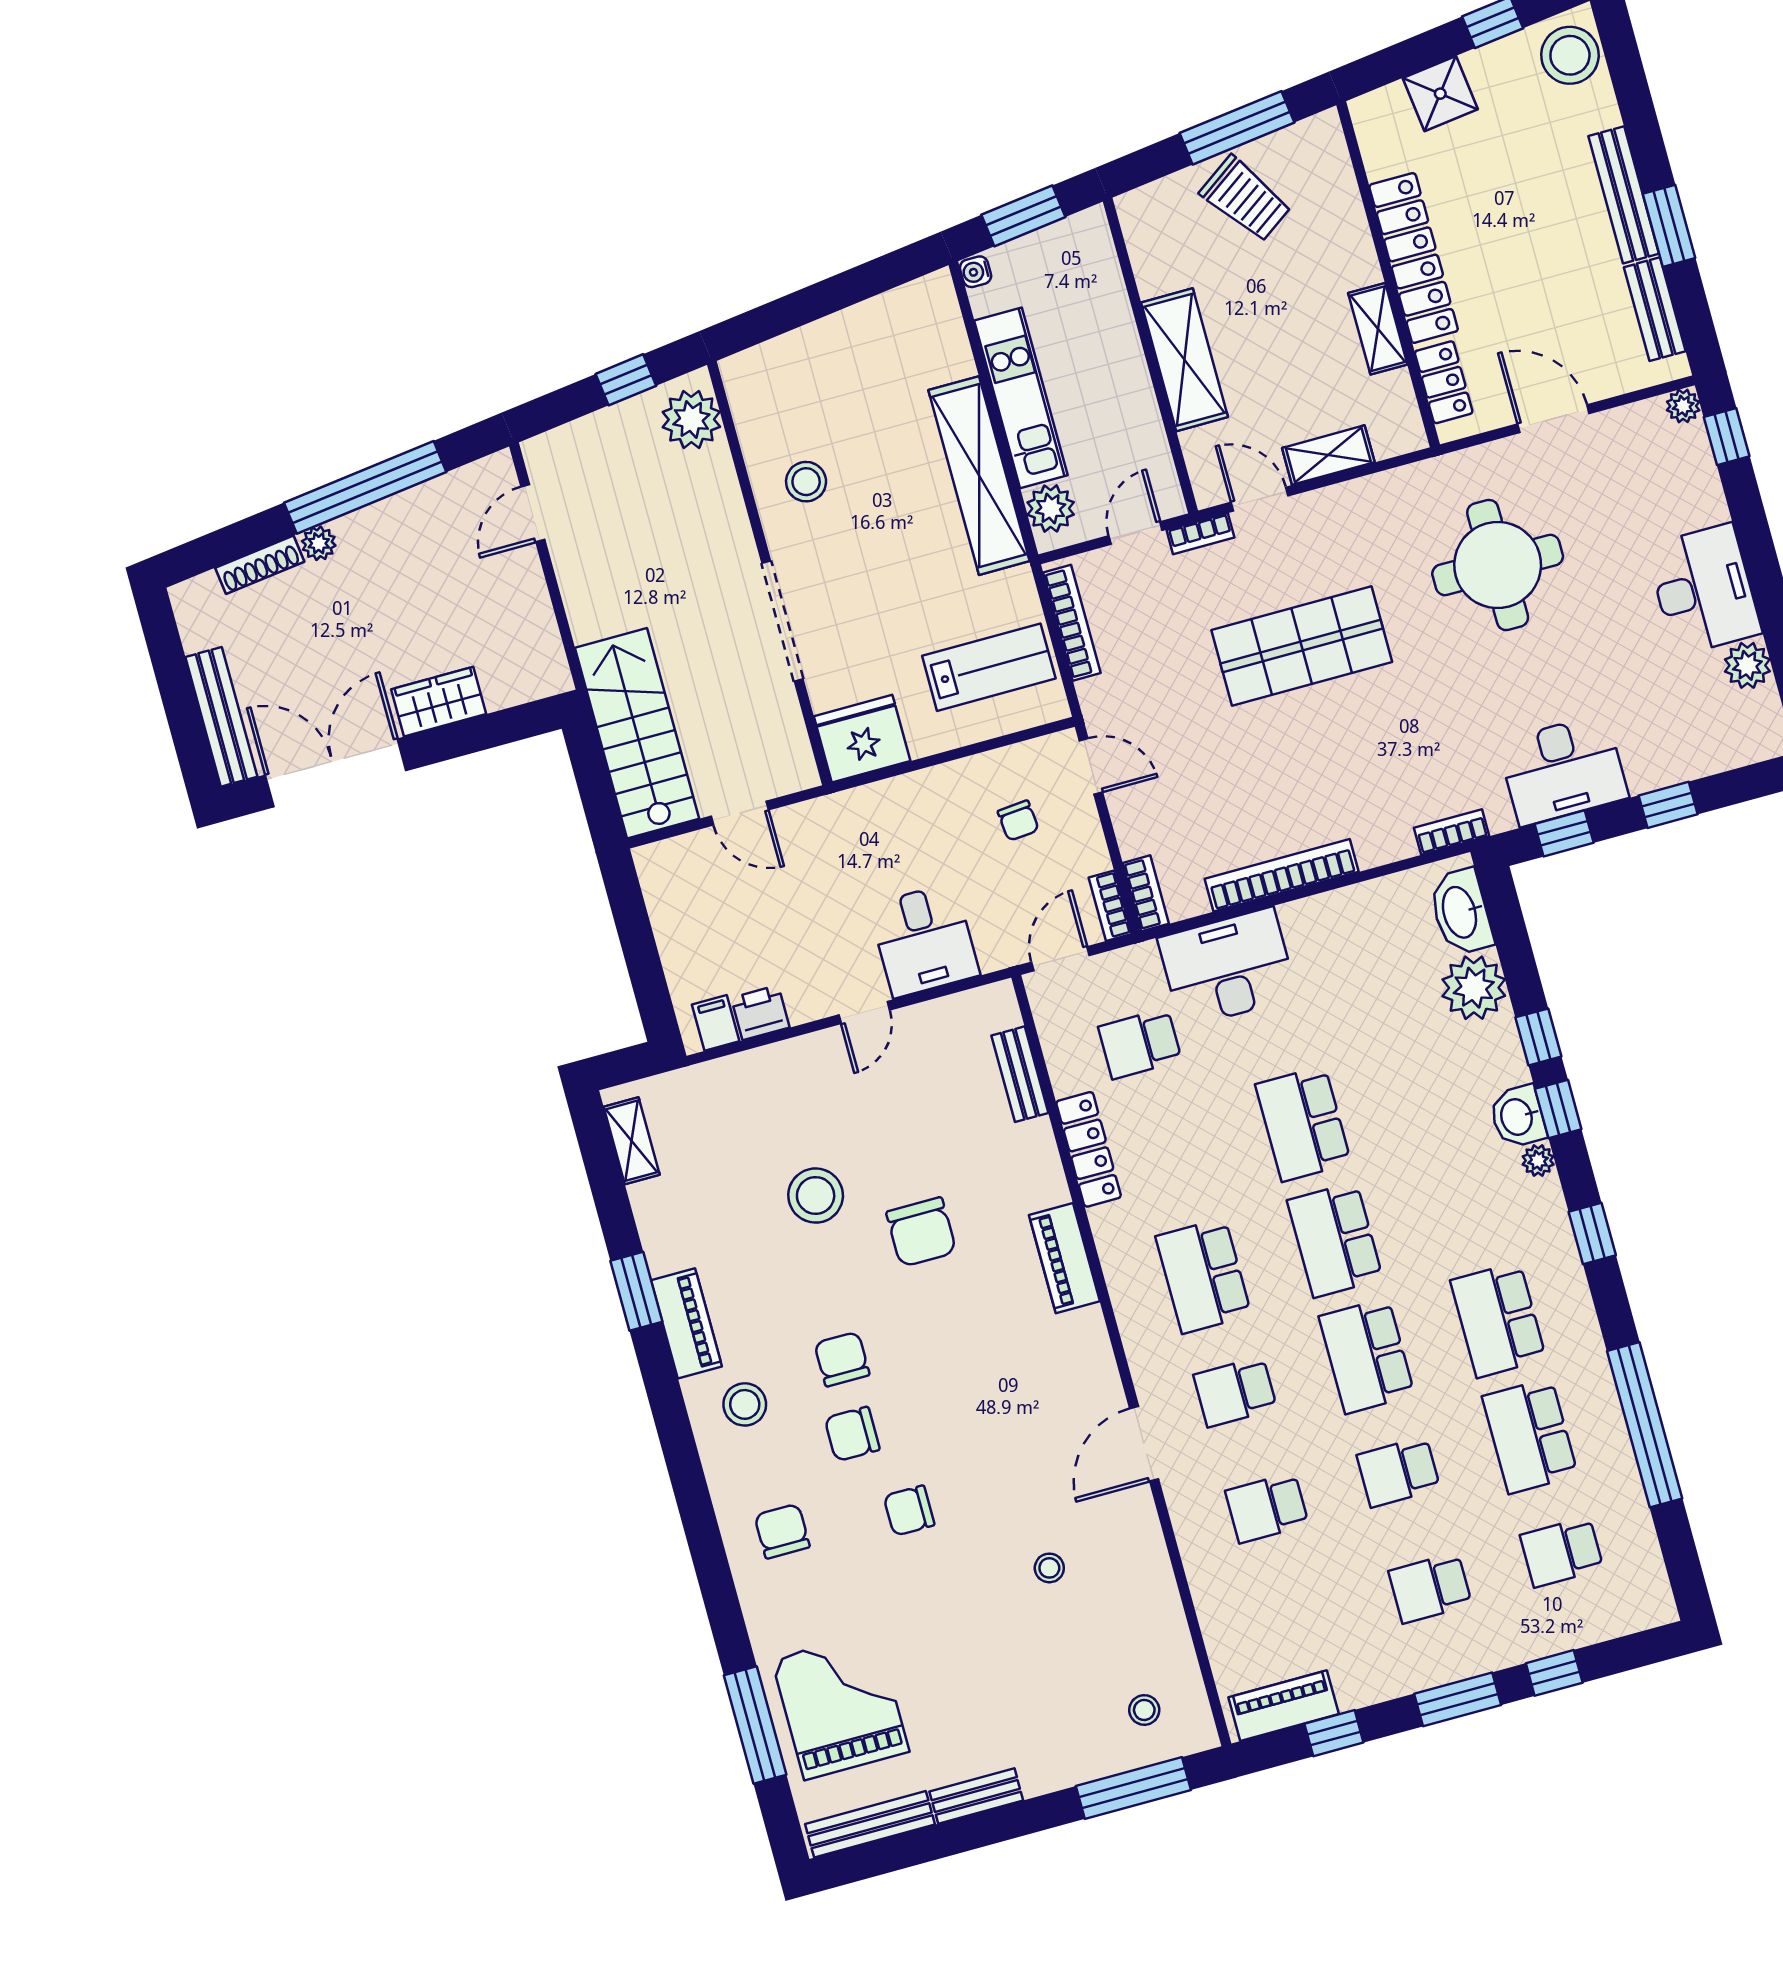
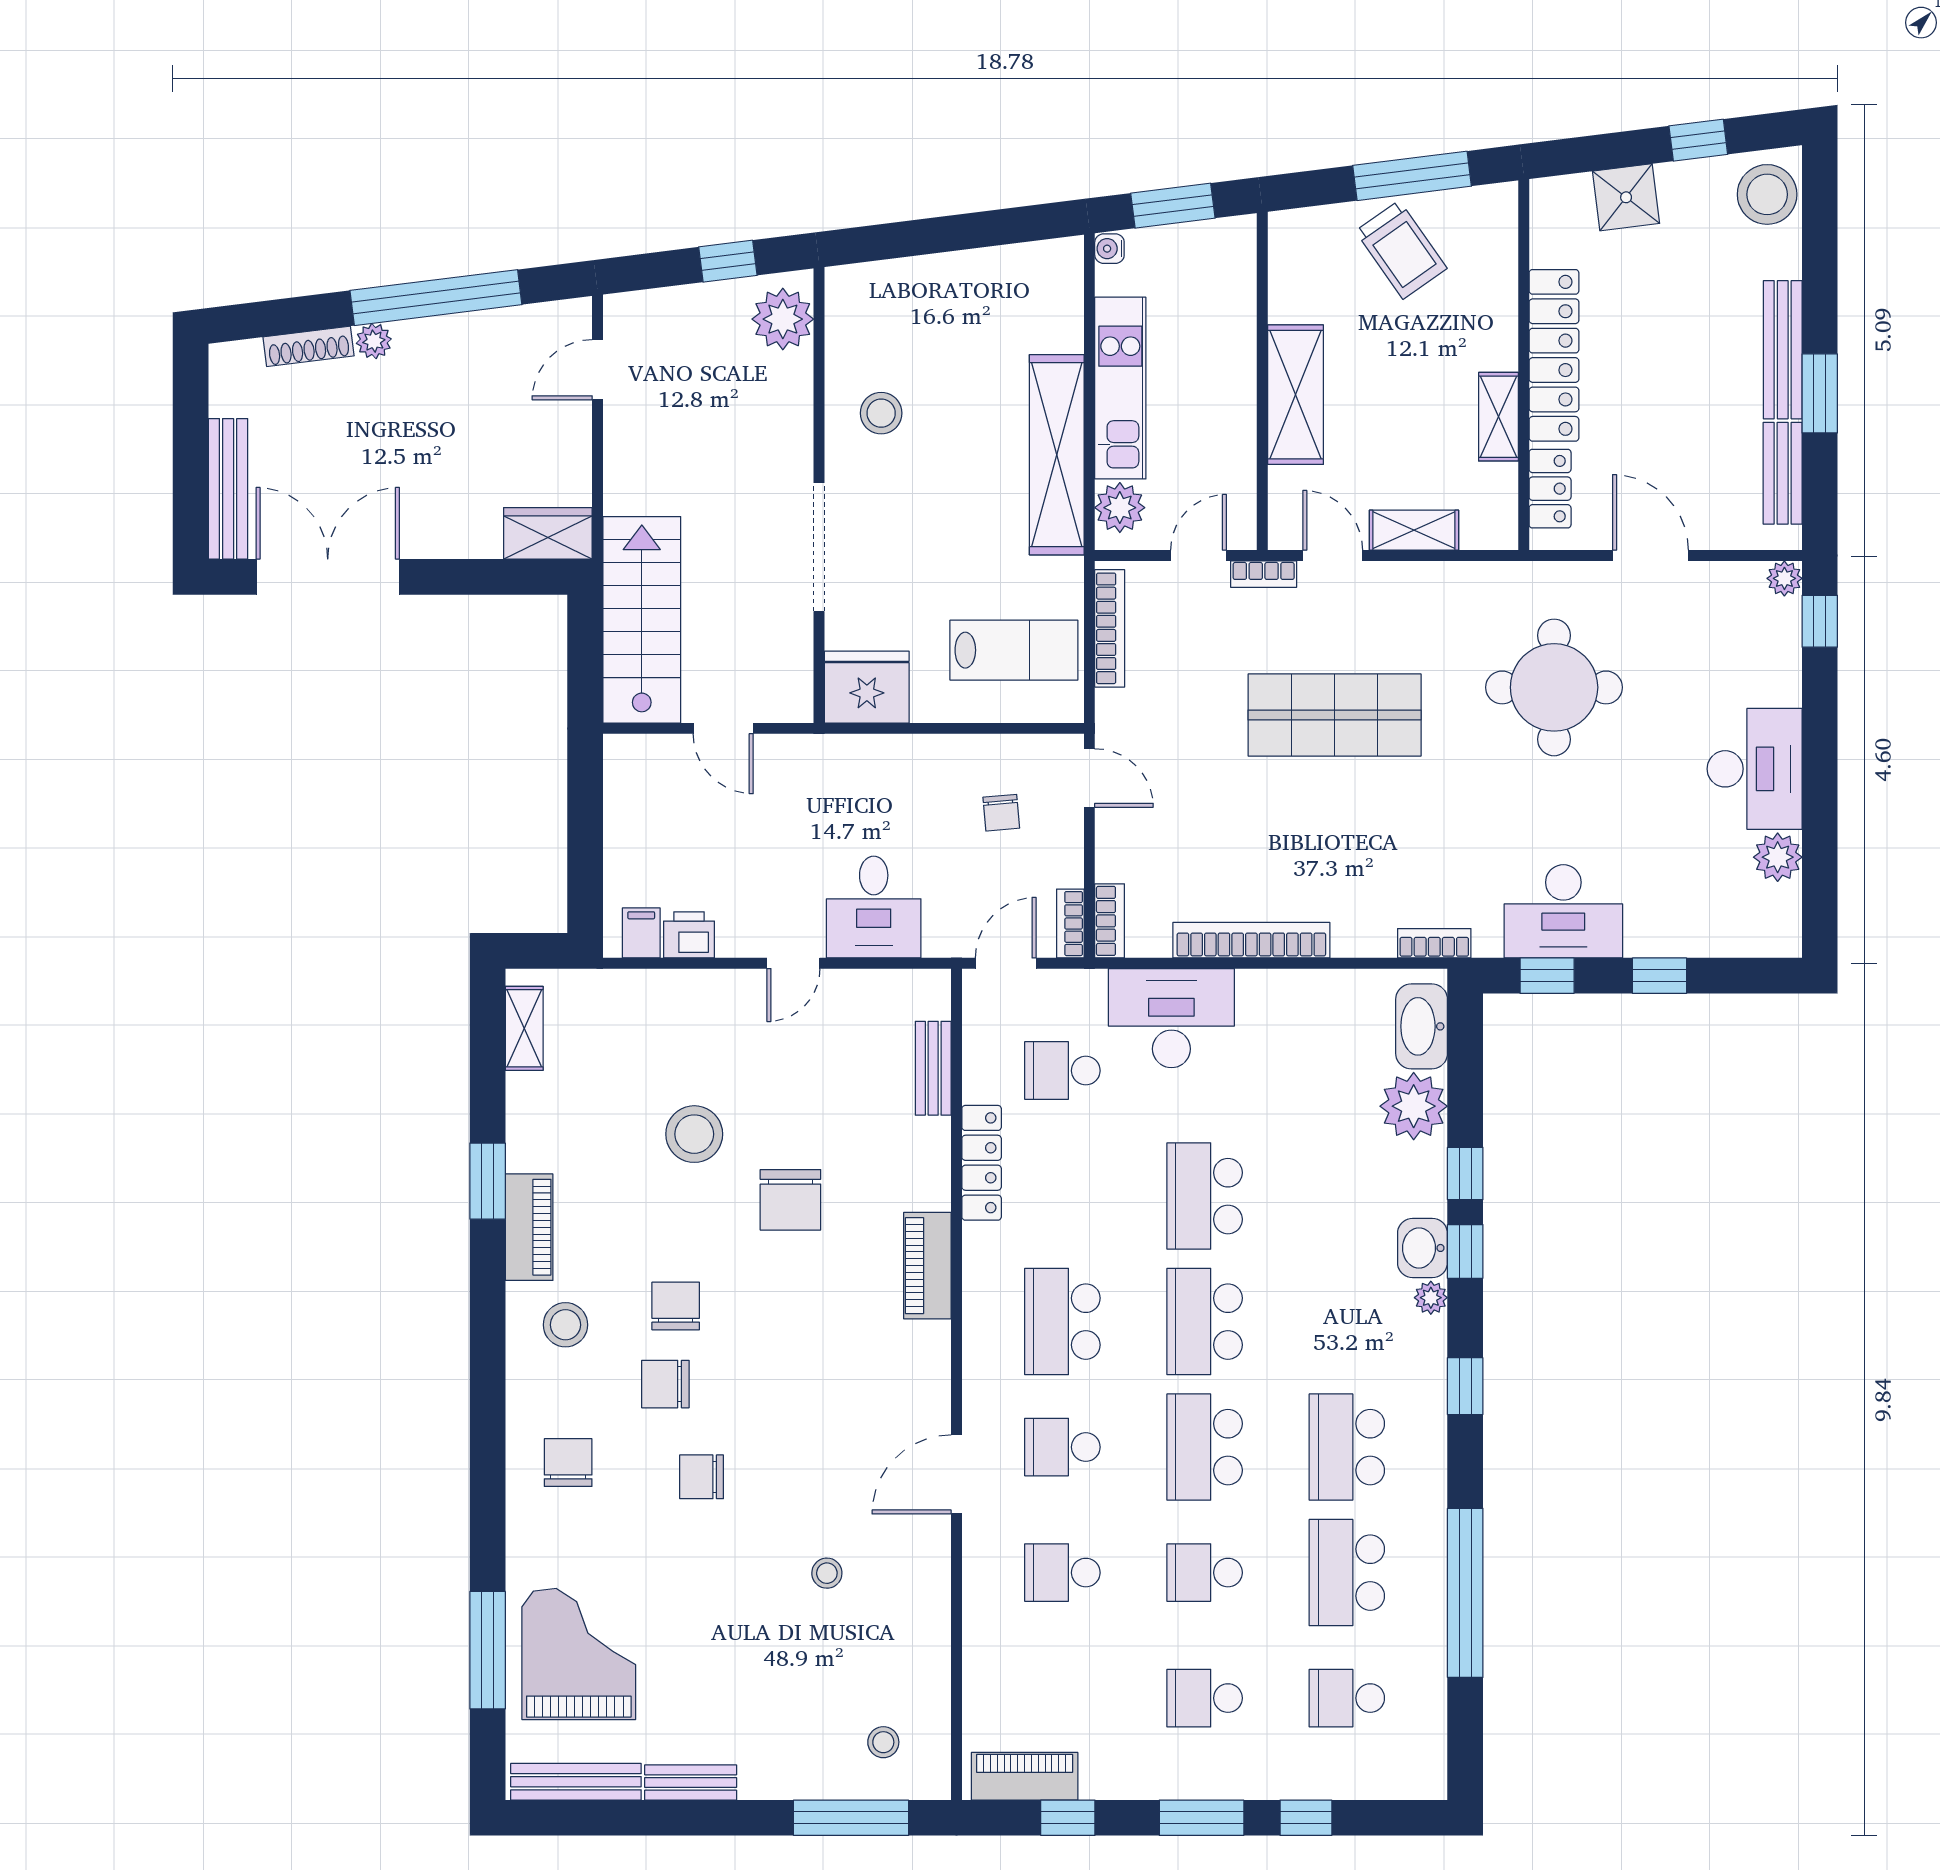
wardrobe: (439, 702) -> (548, 533), moved

